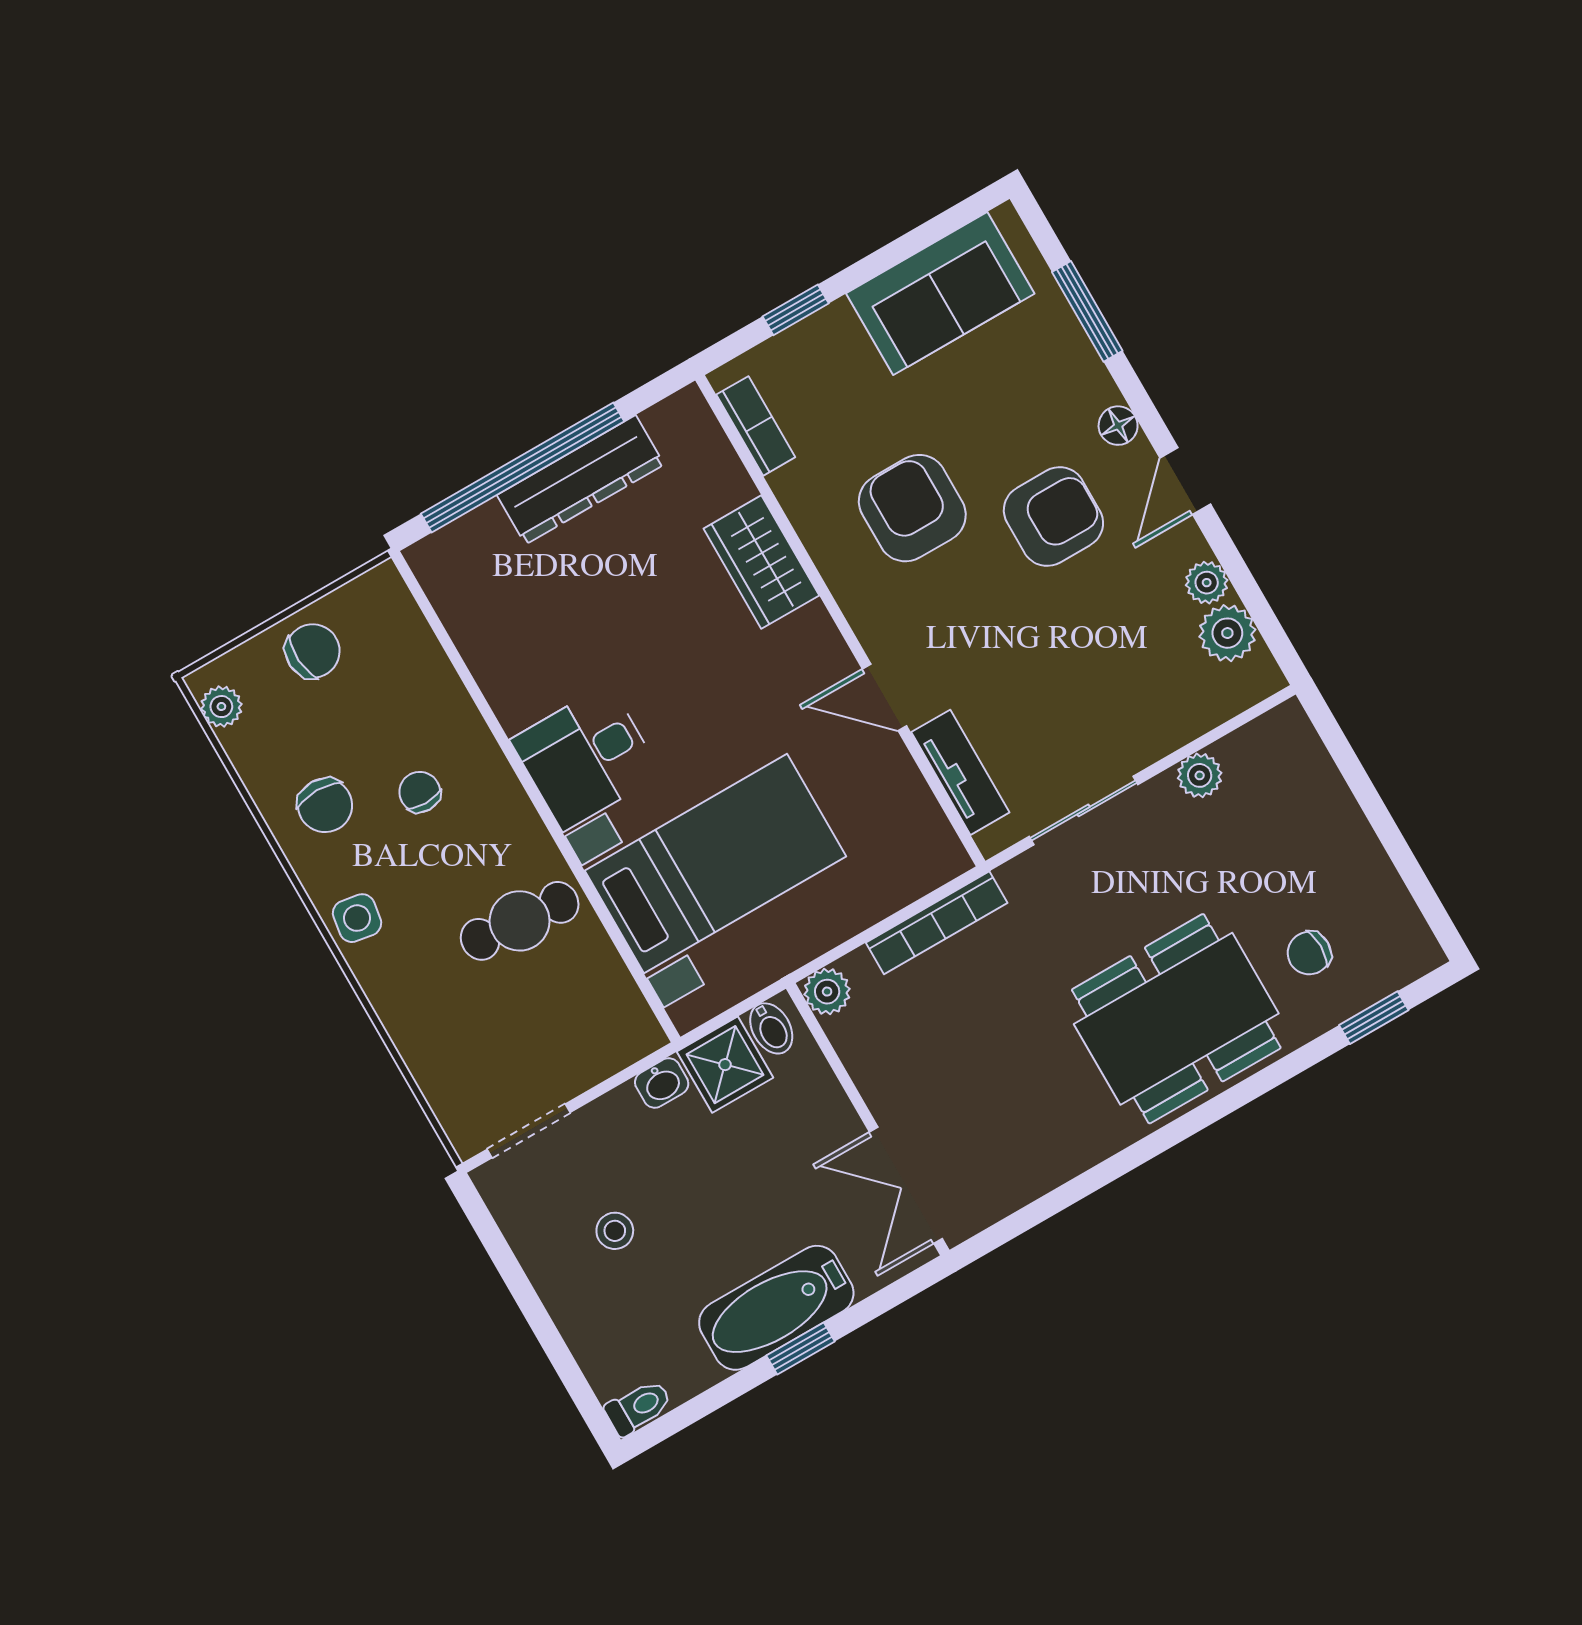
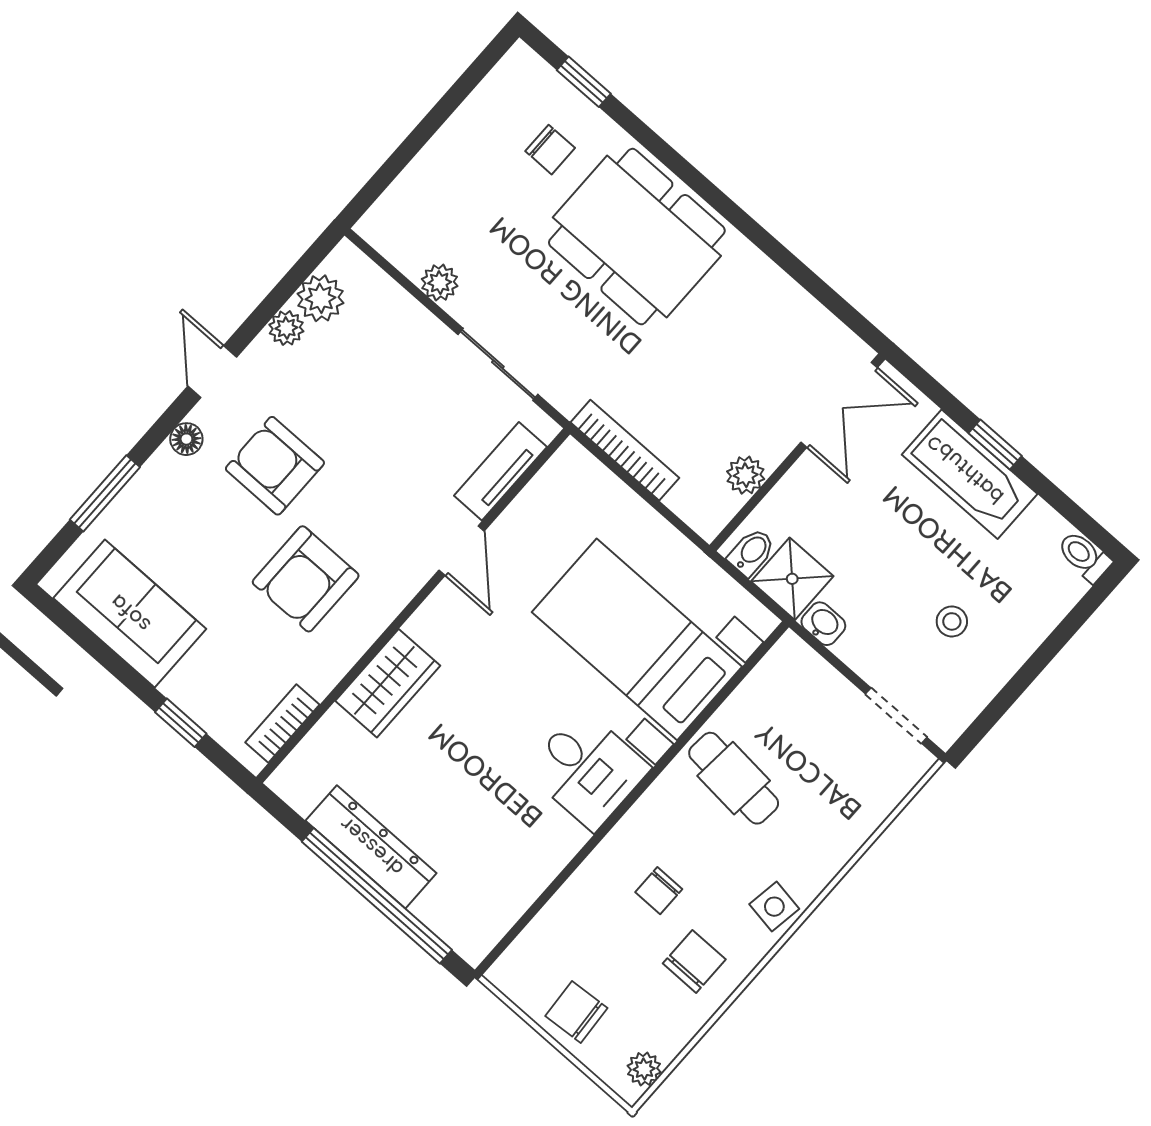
door: (1185, 481) -> (212, 372), swing flipped
plant: (827, 992) -> (746, 475), moved

